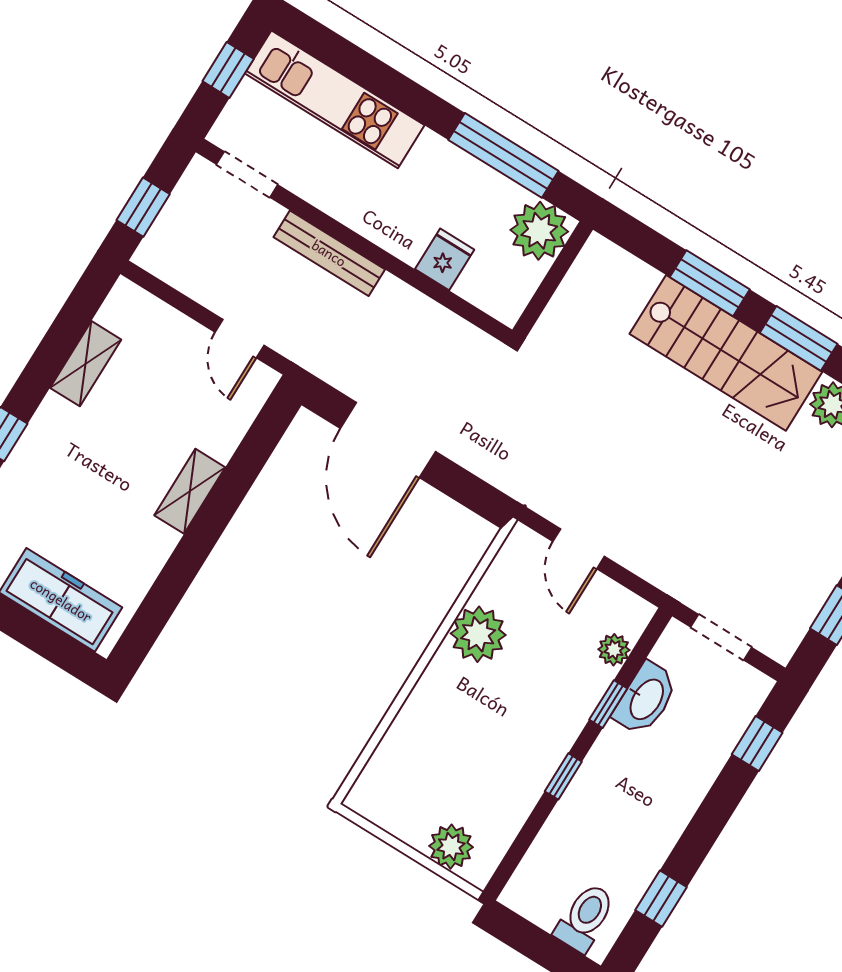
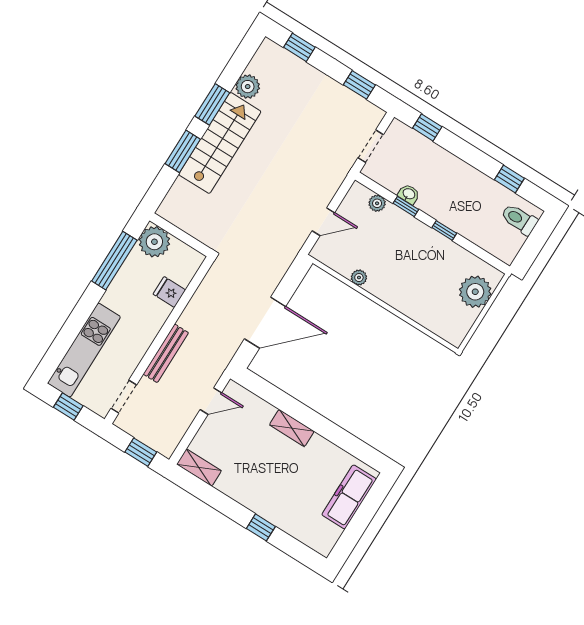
shelving: (86, 364) -> (199, 467), moved
plant: (478, 634) -> (359, 278), width x0.53, depth x0.53
washbasin: (646, 699) -> (409, 194), width x0.52, depth x0.69
plant: (451, 847) -> (475, 292), width x1.36, depth x1.36

